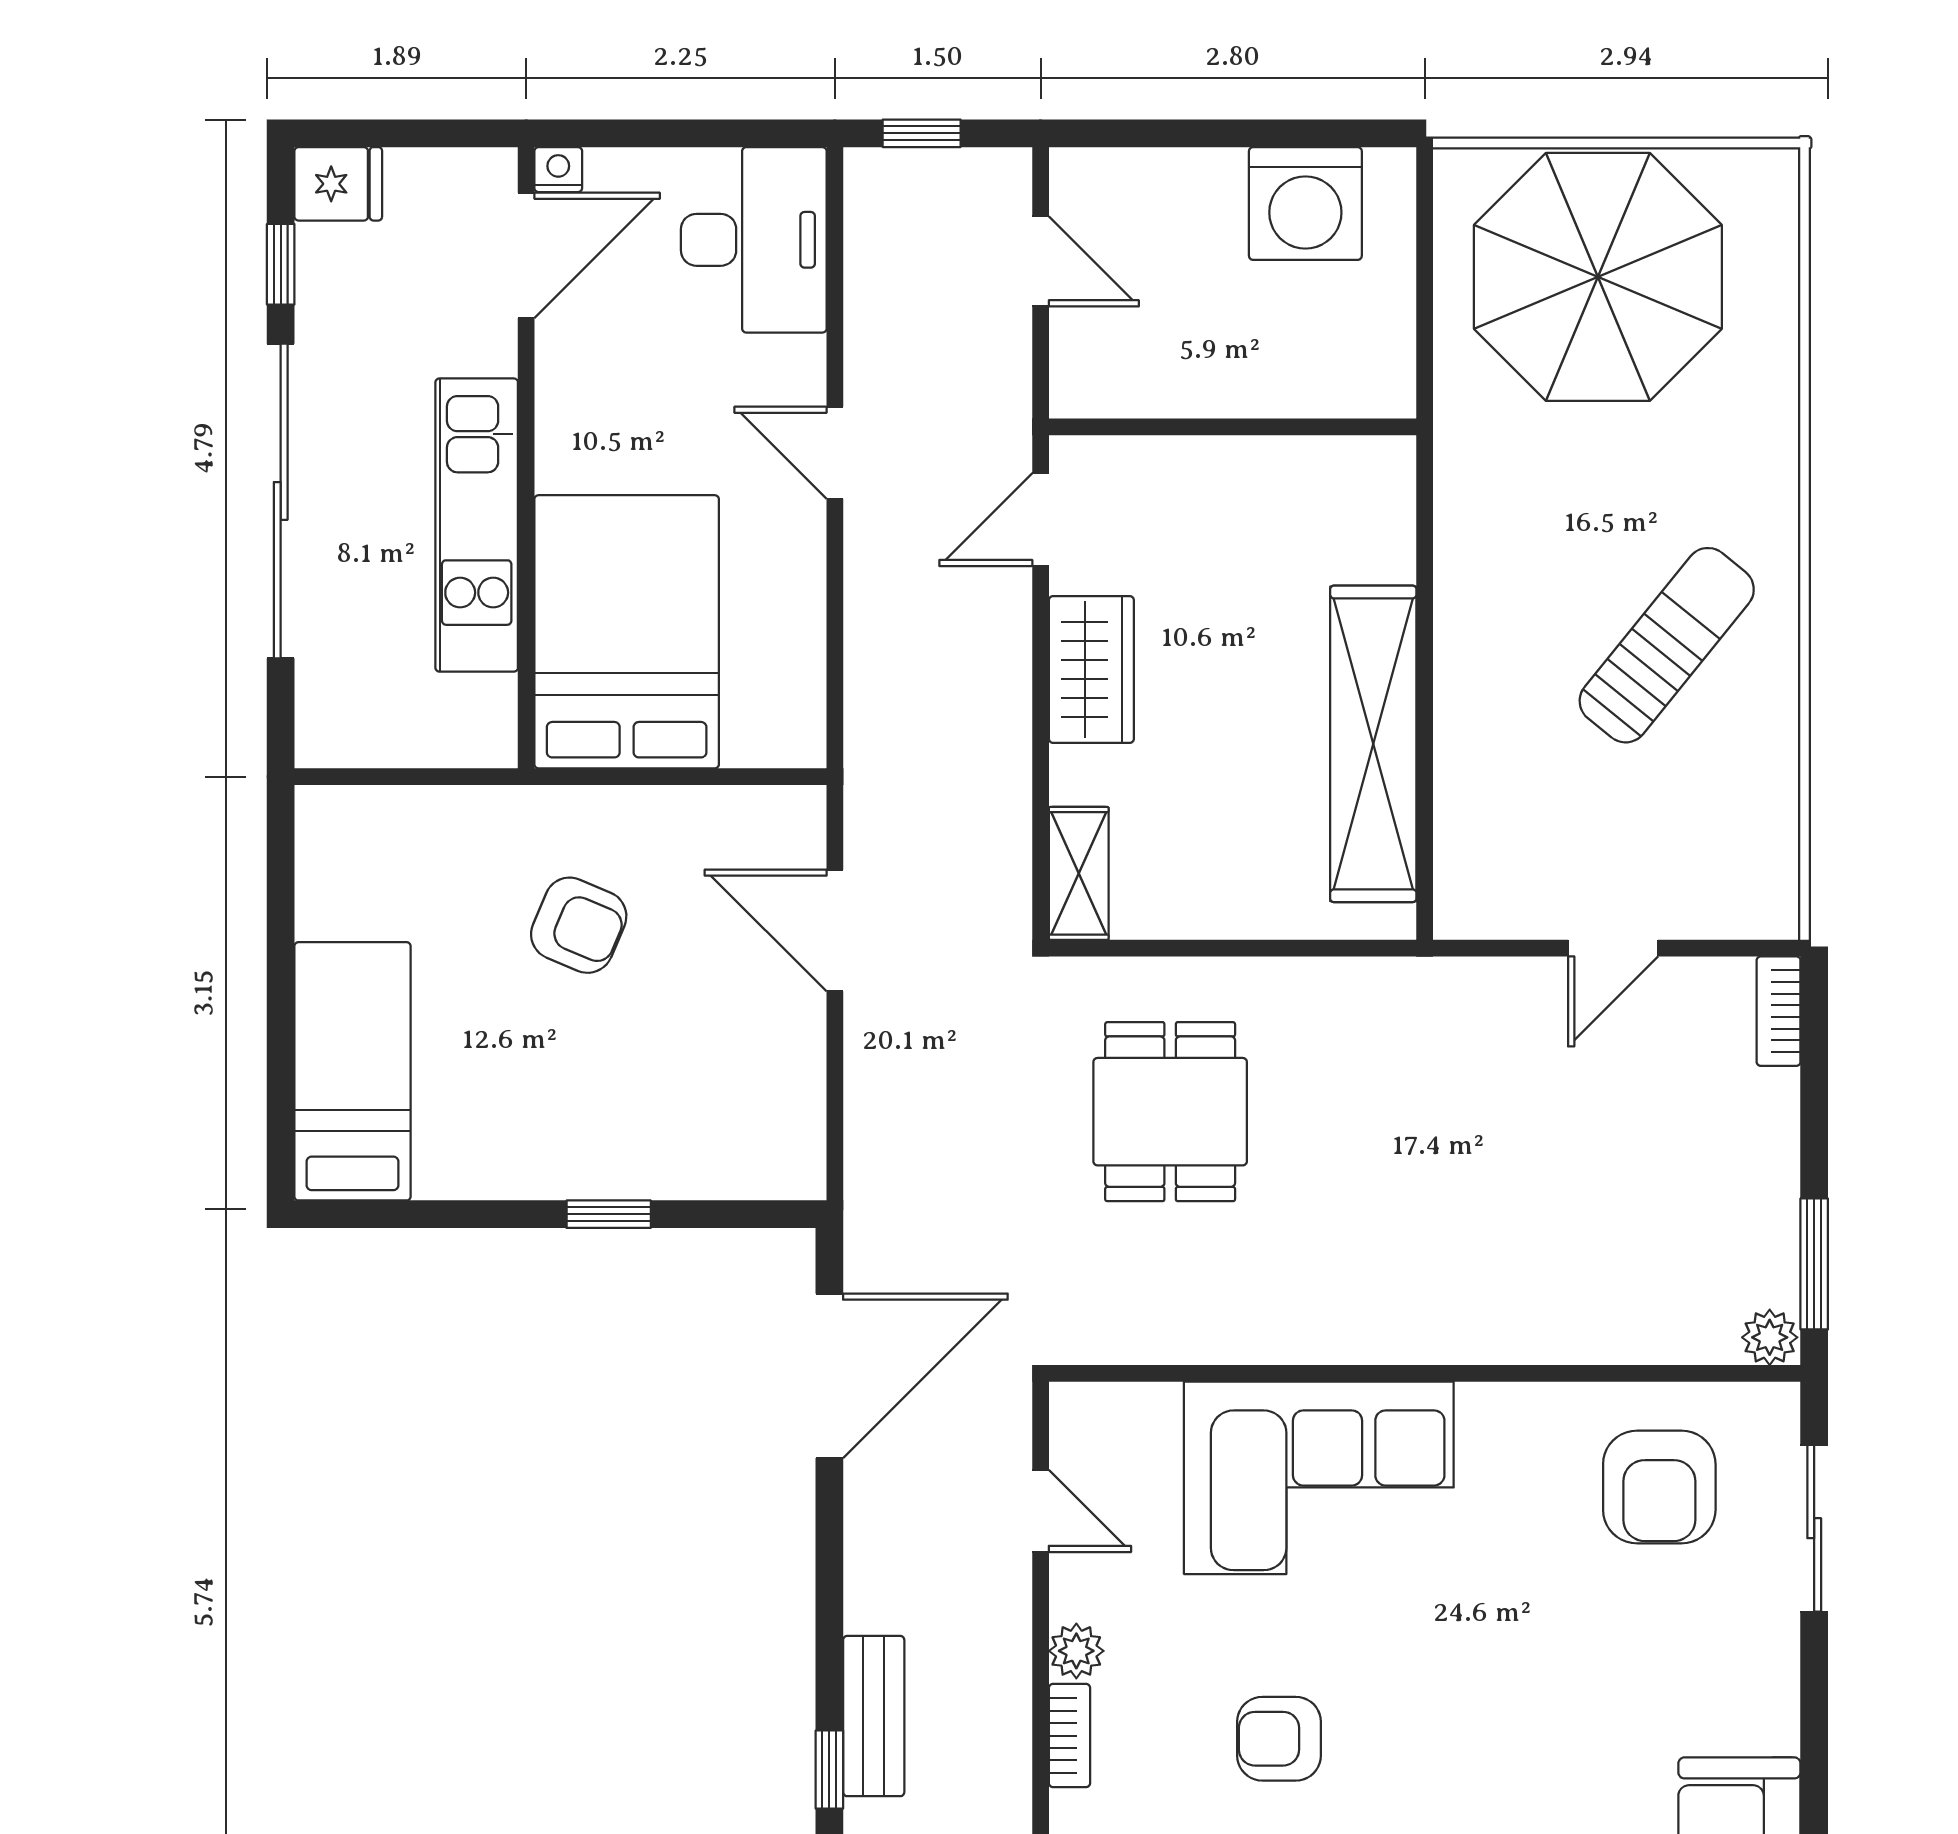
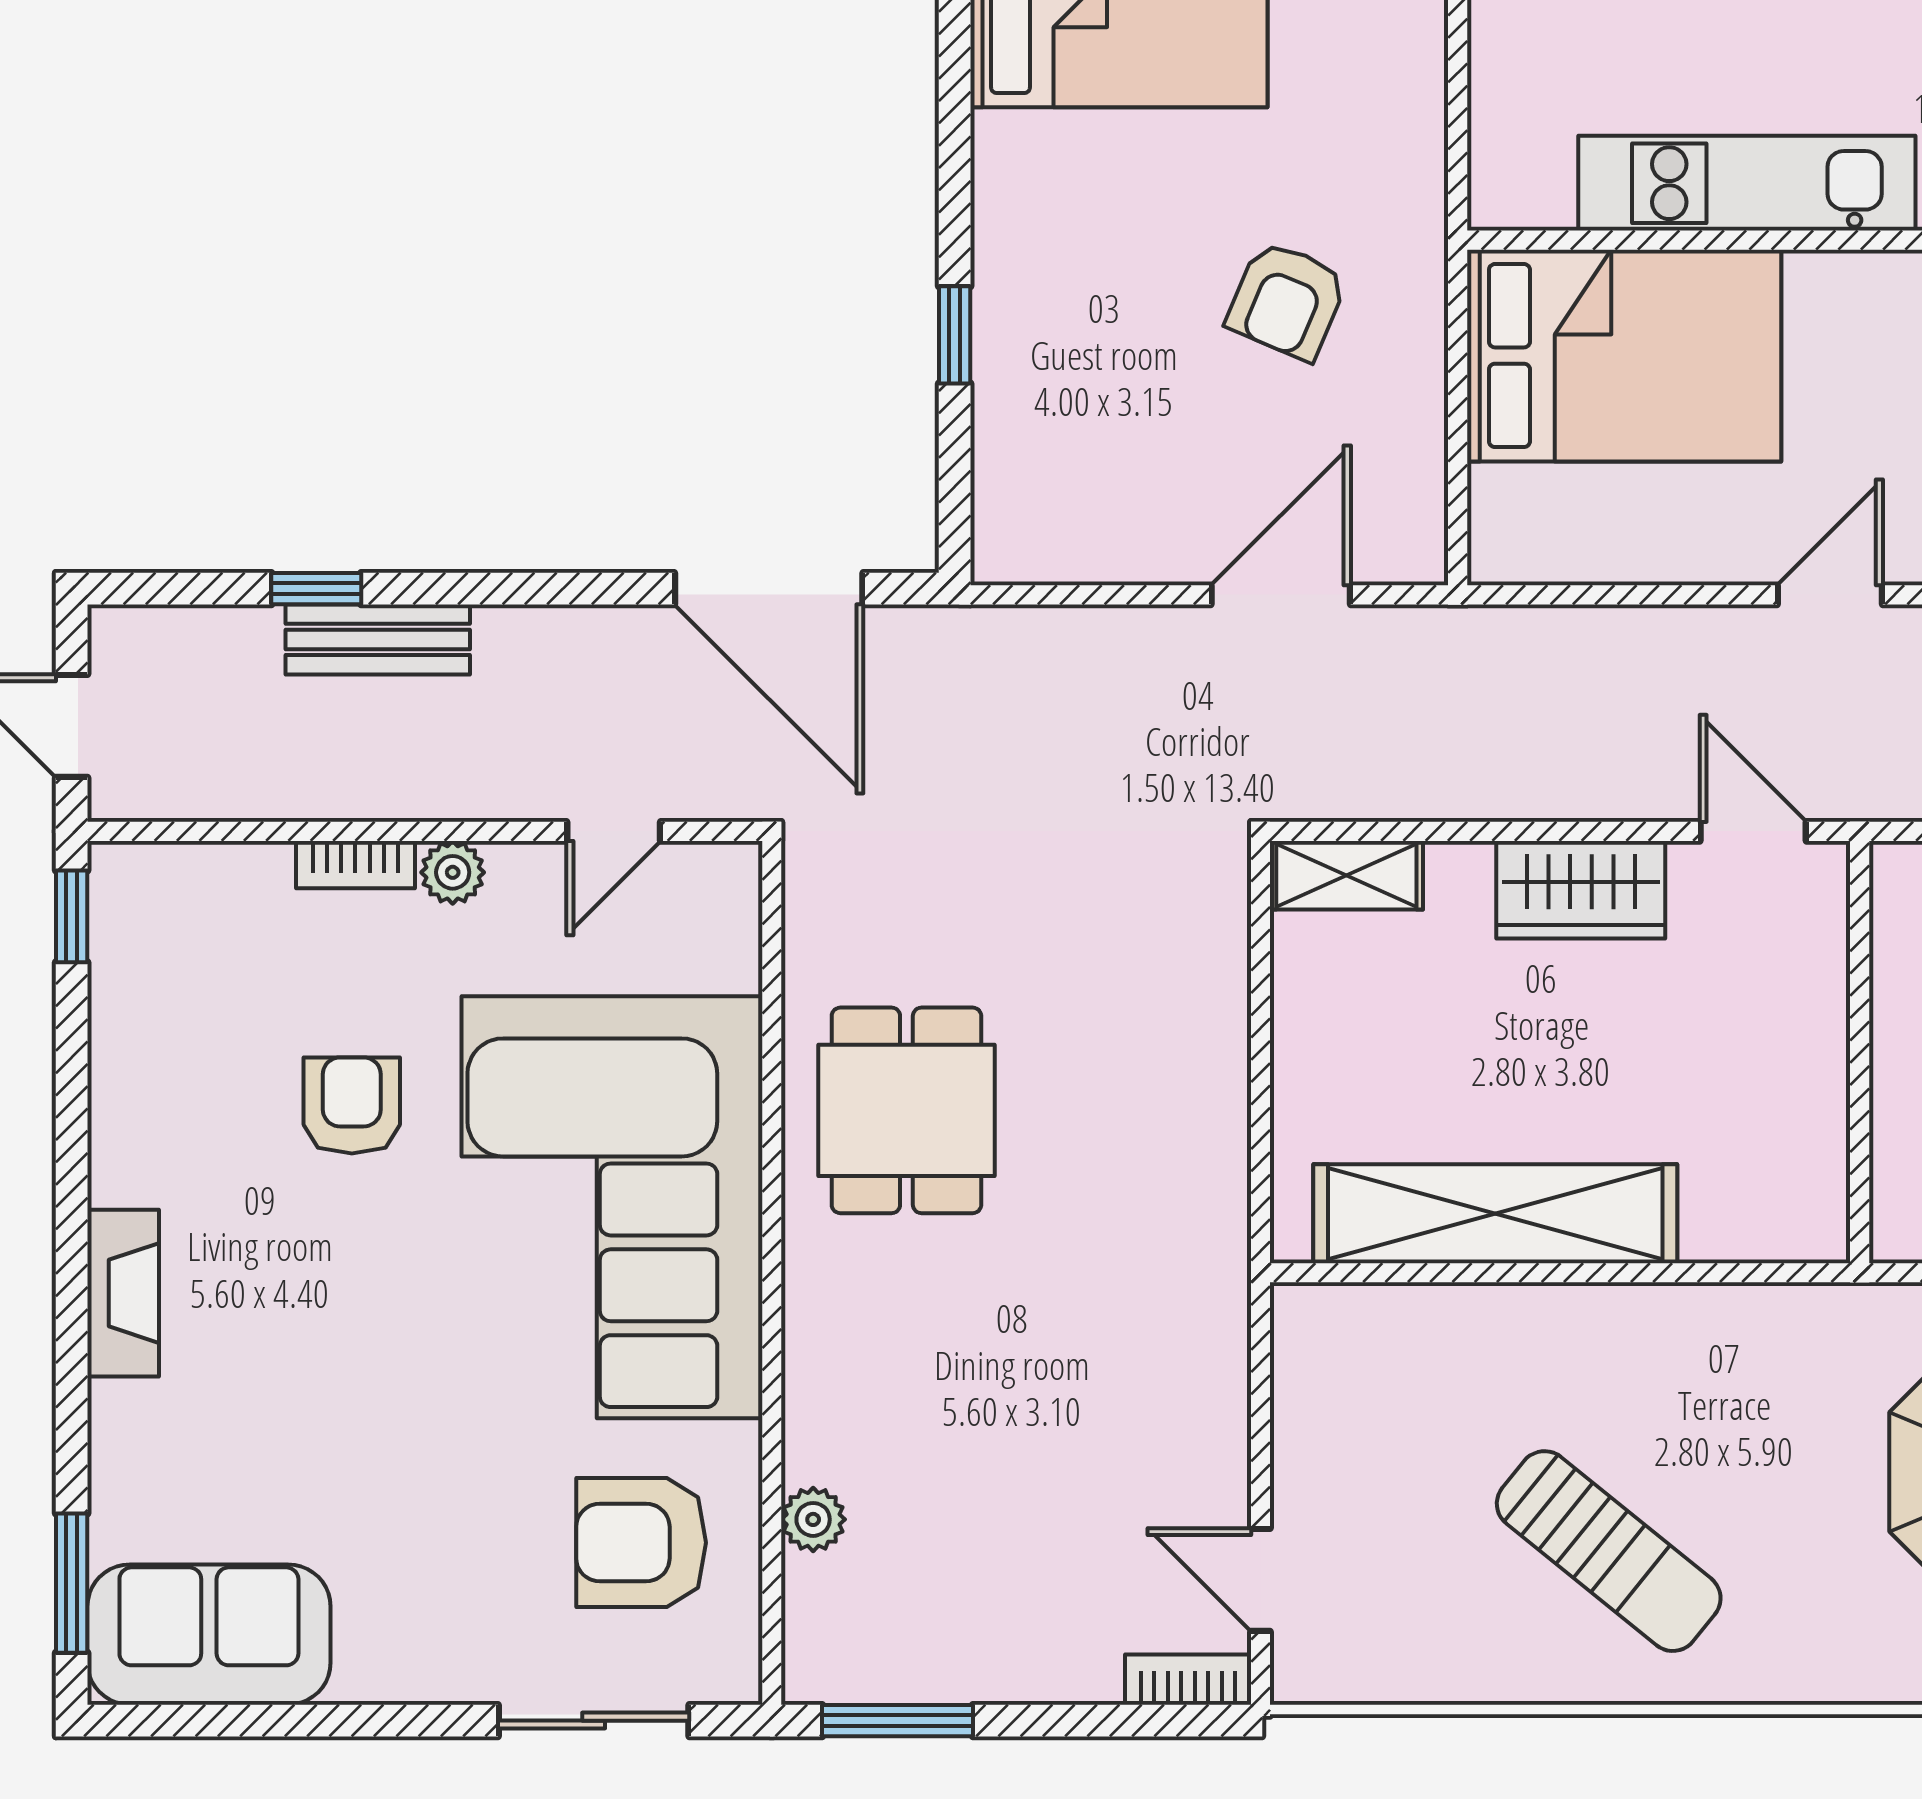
door: (1613, 948) -> (1261, 1580), moved
dining table: (1170, 1112) -> (906, 1110), moved, turned 90
plant: (1770, 1337) -> (813, 1519), moved
corner sofa: (1319, 1478) -> (612, 1207), width x1.36, depth x1.36

